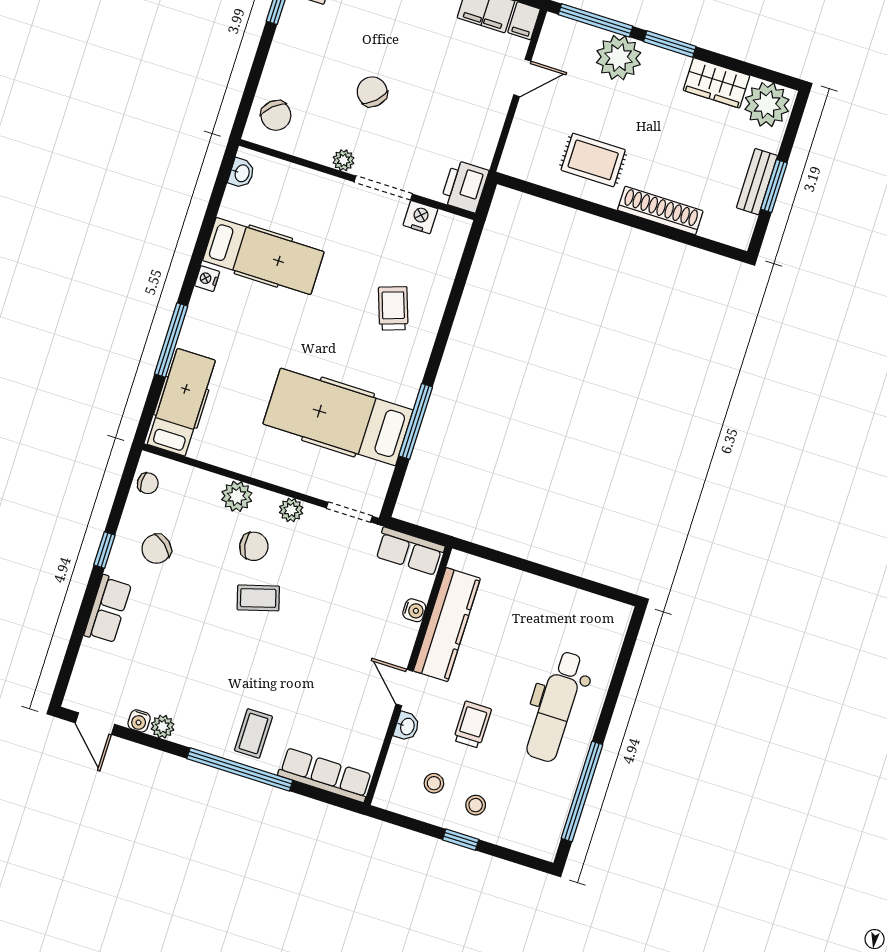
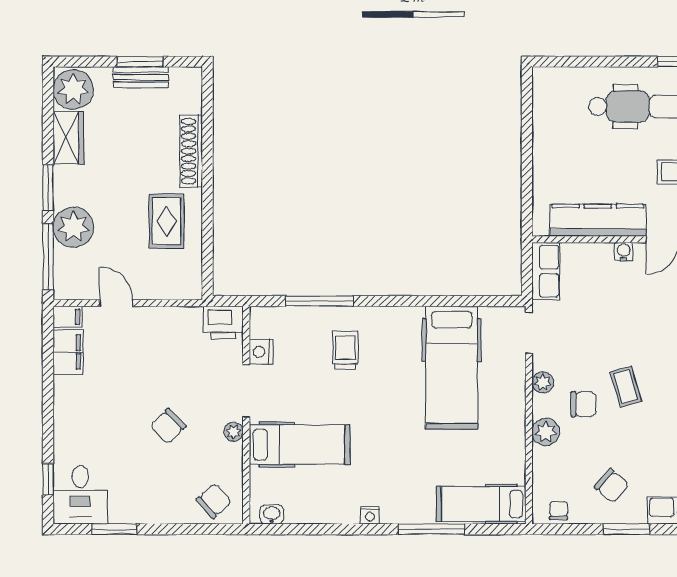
hospital bed: (263, 256) -> (300, 445), moved, turned 90
trolley: (393, 308) -> (345, 350), turned 109
window: (416, 421) -> (319, 301), moved
chair: (254, 546) -> (583, 404), turned 99
window: (104, 550) -> (626, 529), width x1.50
water cooler: (414, 610) -> (624, 252), moved

